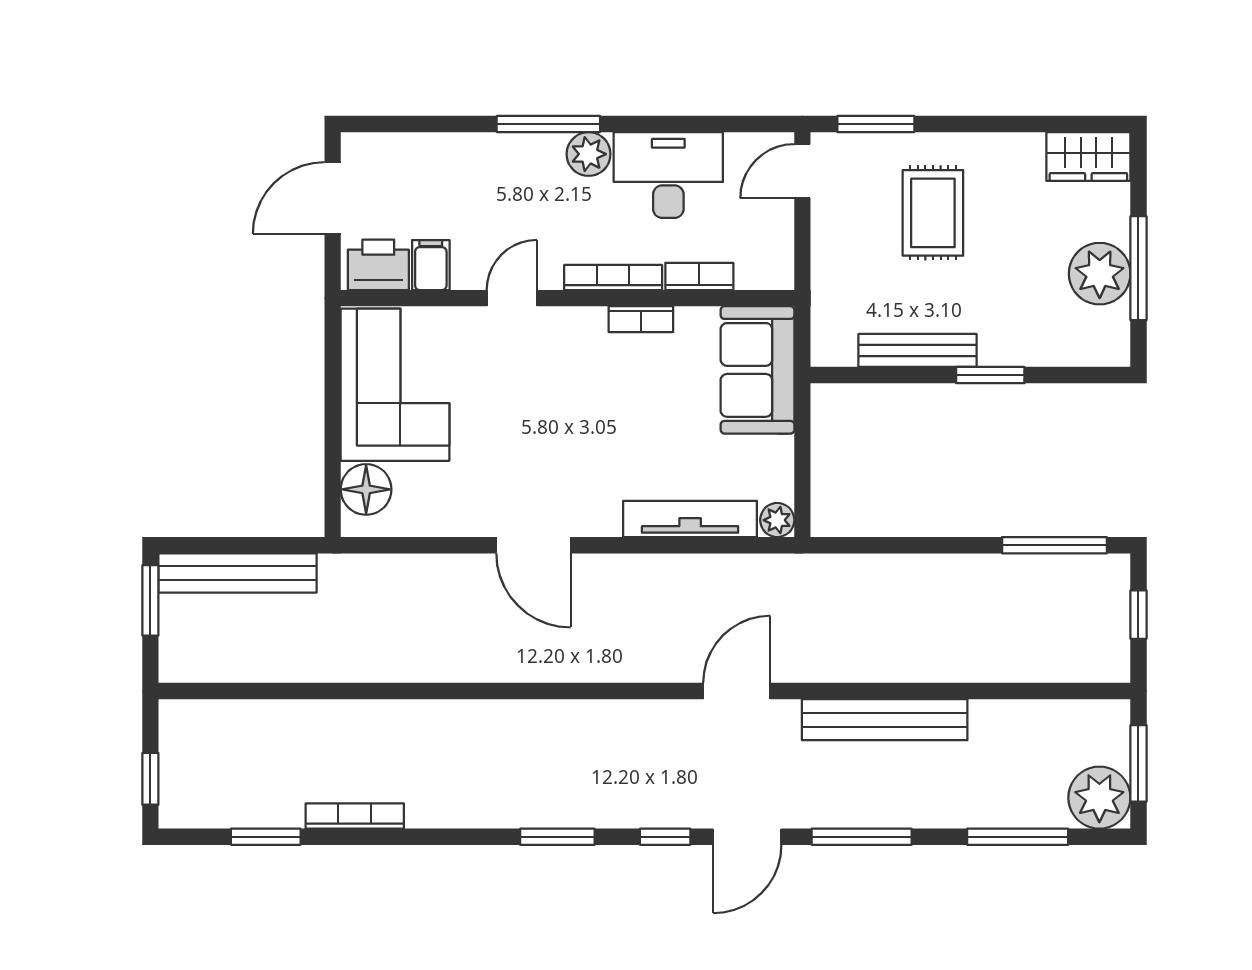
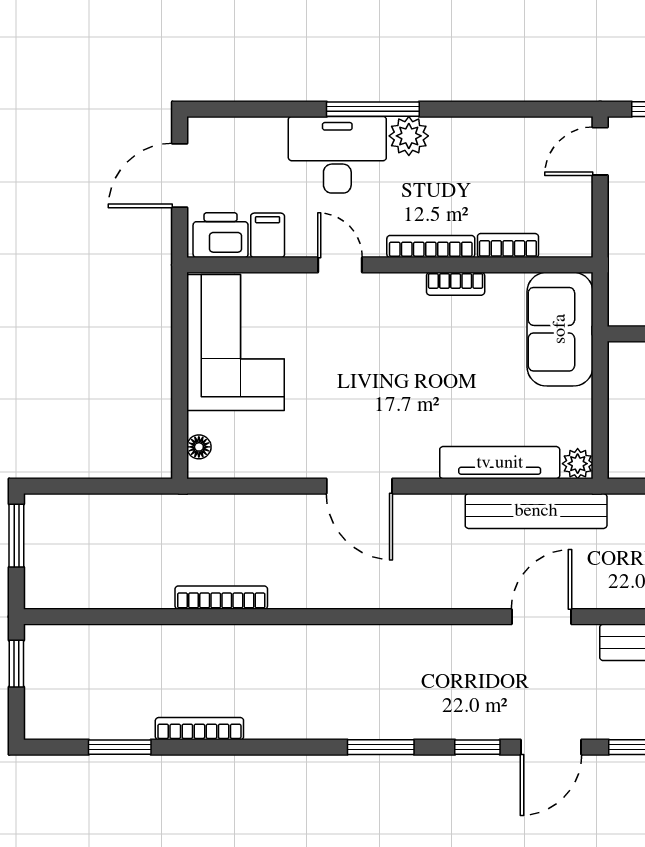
desk: (668, 175) -> (337, 155), moved
door: (512, 298) -> (340, 265), hinge flipped
floor lamp: (366, 489) -> (199, 447), width x0.53, depth x0.53
bench: (238, 573) -> (536, 511), moved
bookcase: (379, 670) -> (221, 598), added
window: (150, 779) -> (16, 664), moved

